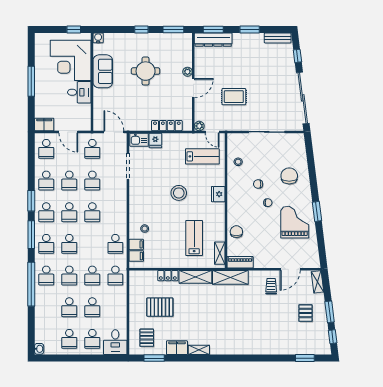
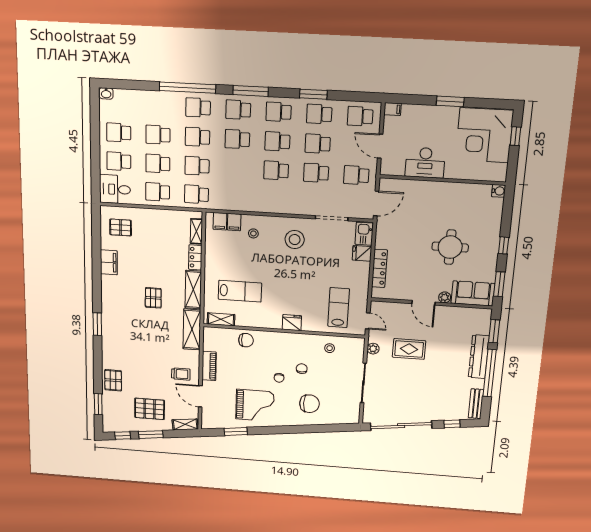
window: (74, 30) -> (515, 136), moved
window: (250, 30) -> (490, 373), width x2.11
dresser: (213, 40) -> (479, 357), moved
corner desk: (71, 60) -> (484, 135), moved, turned -90
sofa: (103, 71) -> (473, 293), moved, turned 180
window: (31, 81) -> (450, 101), width x0.69
desk: (79, 92) -> (425, 163), width x1.37
rug: (234, 97) -> (409, 349), turned 90
filing cabinet: (44, 124) -> (393, 109), width x0.50
plant: (199, 126) -> (373, 349), moved
door: (68, 132) -> (380, 146), hinge flipped
door: (212, 132) -> (368, 321), swing flipped
lab bench: (202, 156) -> (339, 308), turned 180
stool: (179, 193) -> (295, 240), moved
window: (31, 201) -> (313, 94), moved
window: (317, 211) -> (236, 432), moved
school desk: (115, 244) -> (158, 192), moved
piano: (240, 262) -> (209, 366), moved
pallet: (160, 307) -> (153, 298), moved, width x0.67, depth x0.71
pallet: (305, 313) -> (150, 409), width x1.50, depth x1.42
pallet: (282, 345) -> (113, 380), added
shelving: (199, 350) -> (196, 231), moved
window: (154, 358) -> (97, 324), moved

